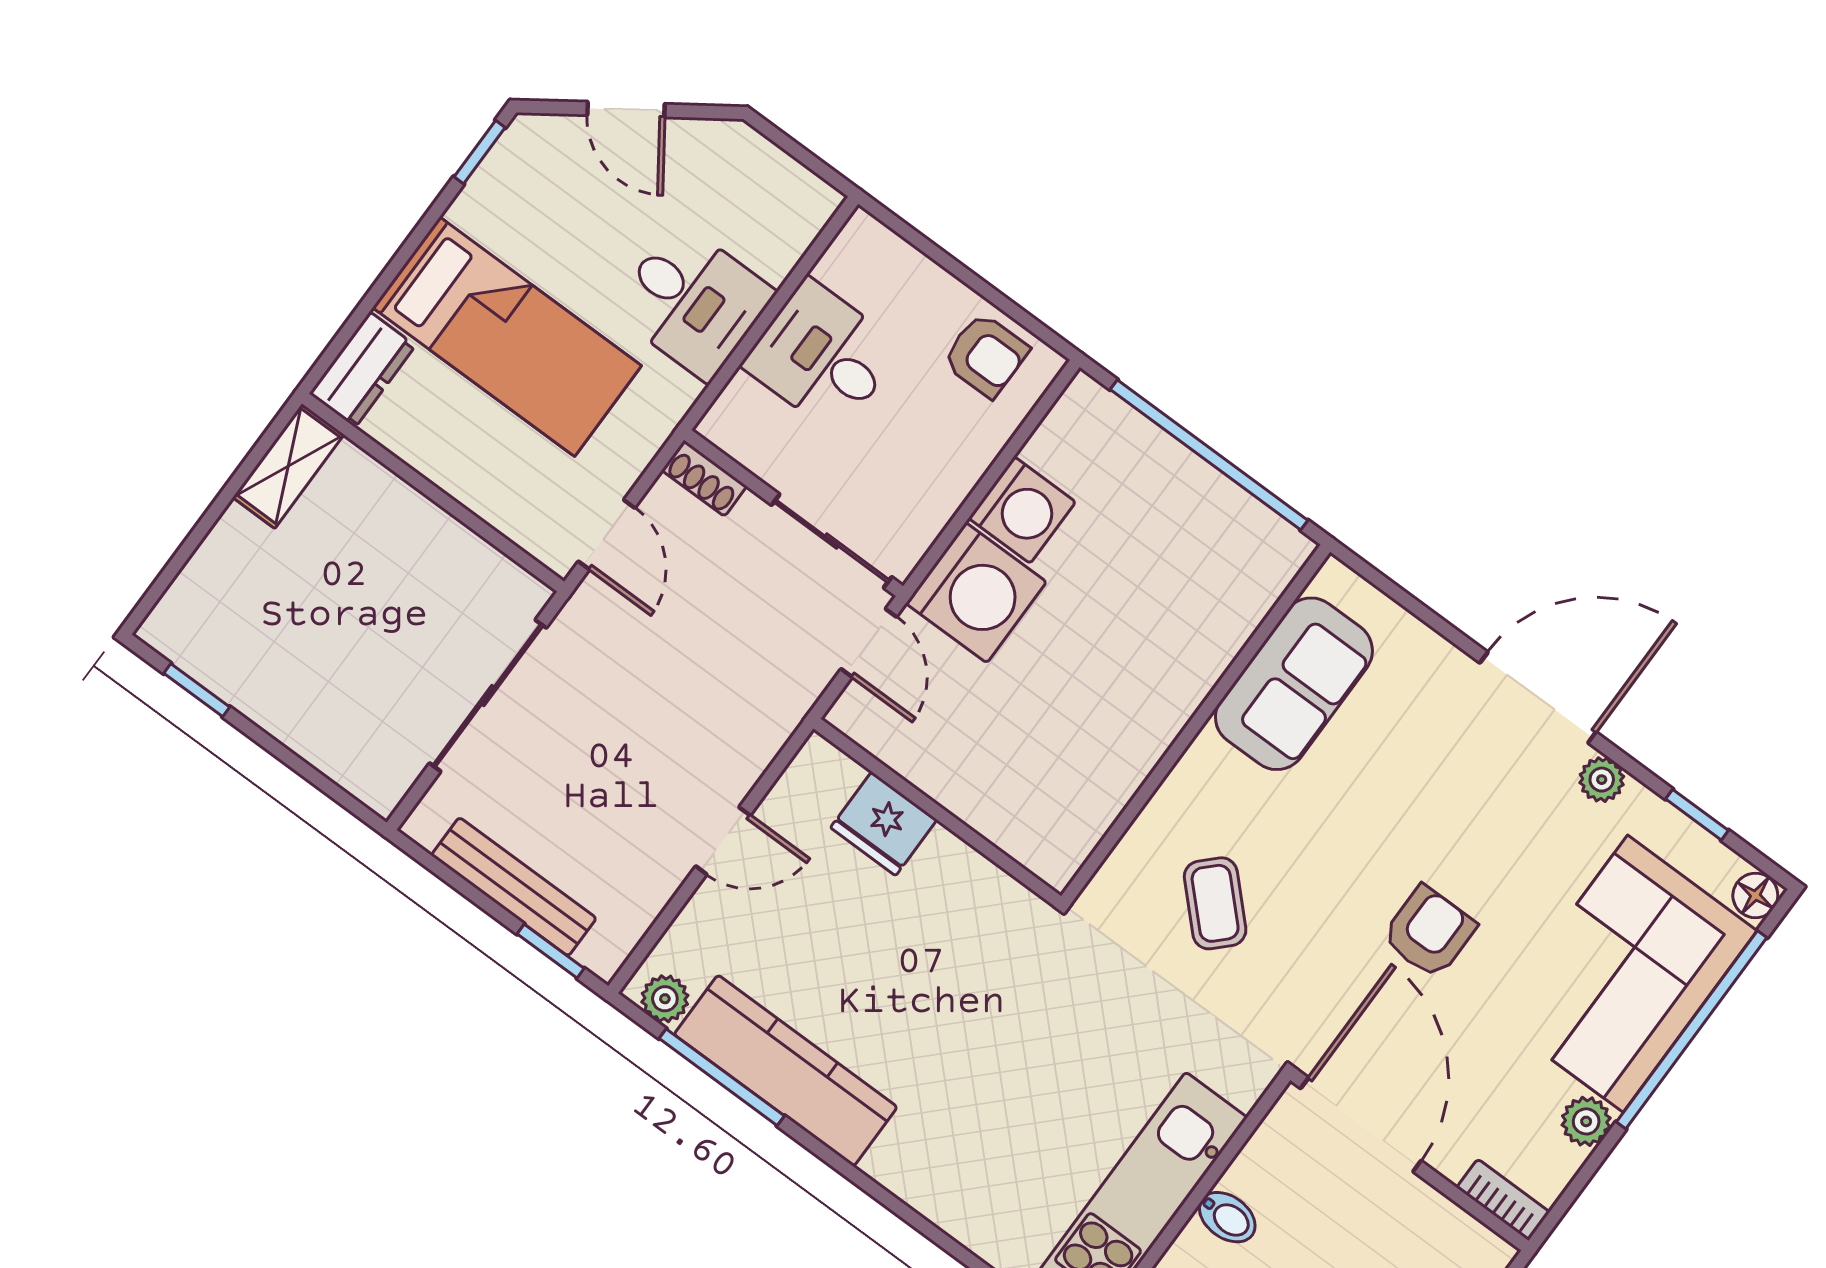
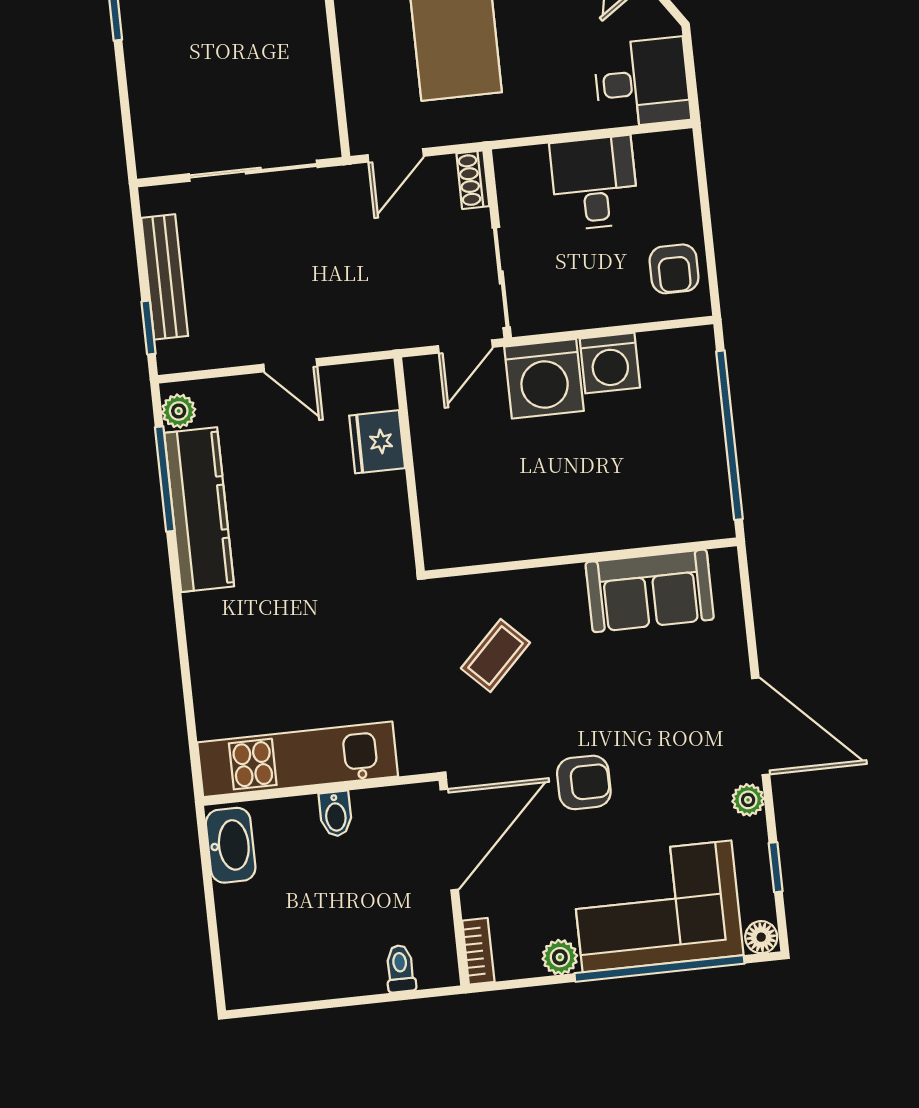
desk: (693, 301) -> (642, 83), moved, turned -90

